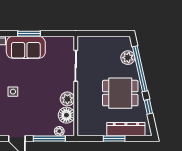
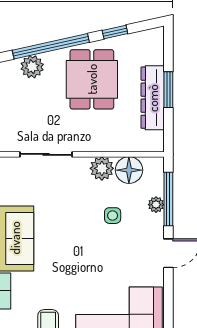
side table: (13, 92) -> (113, 216), moved
dresser: (126, 129) -> (153, 98), moved
plant: (59, 131) -> (156, 205), moved

